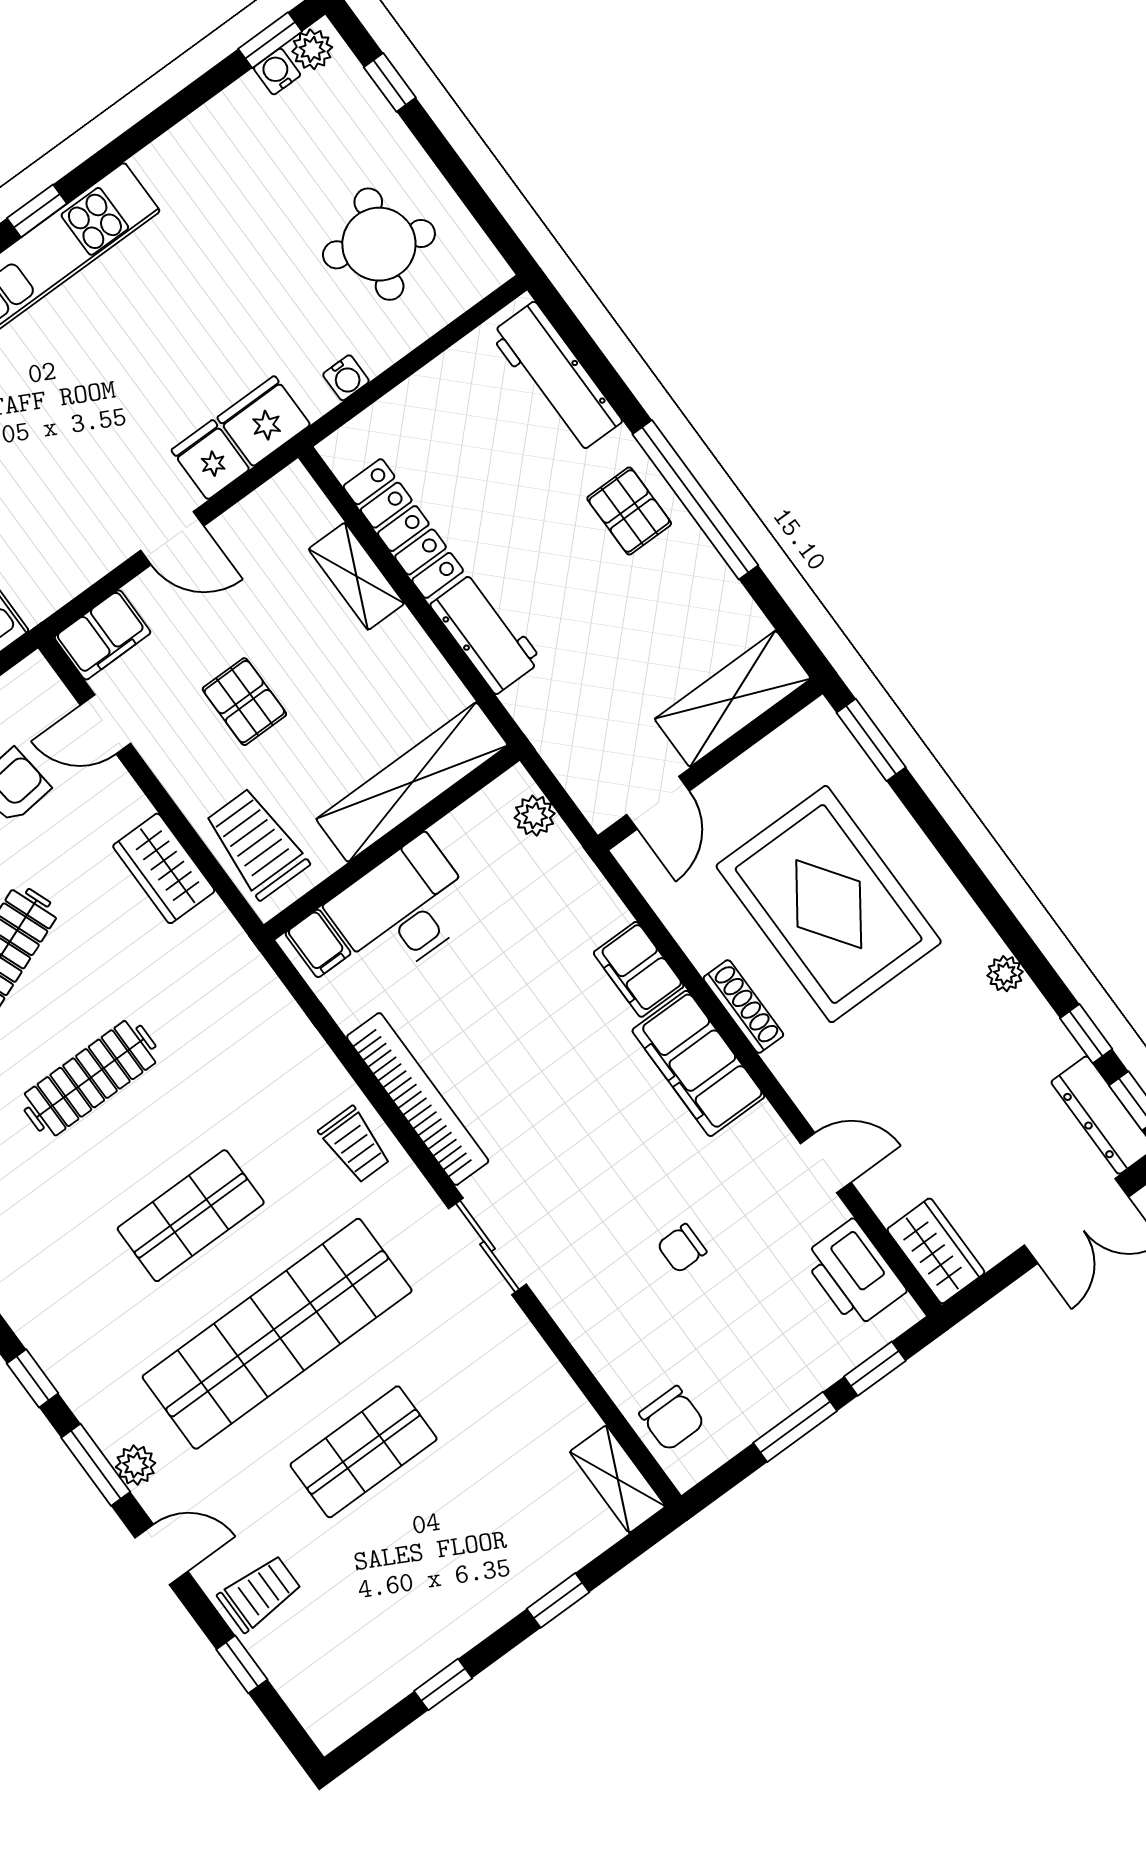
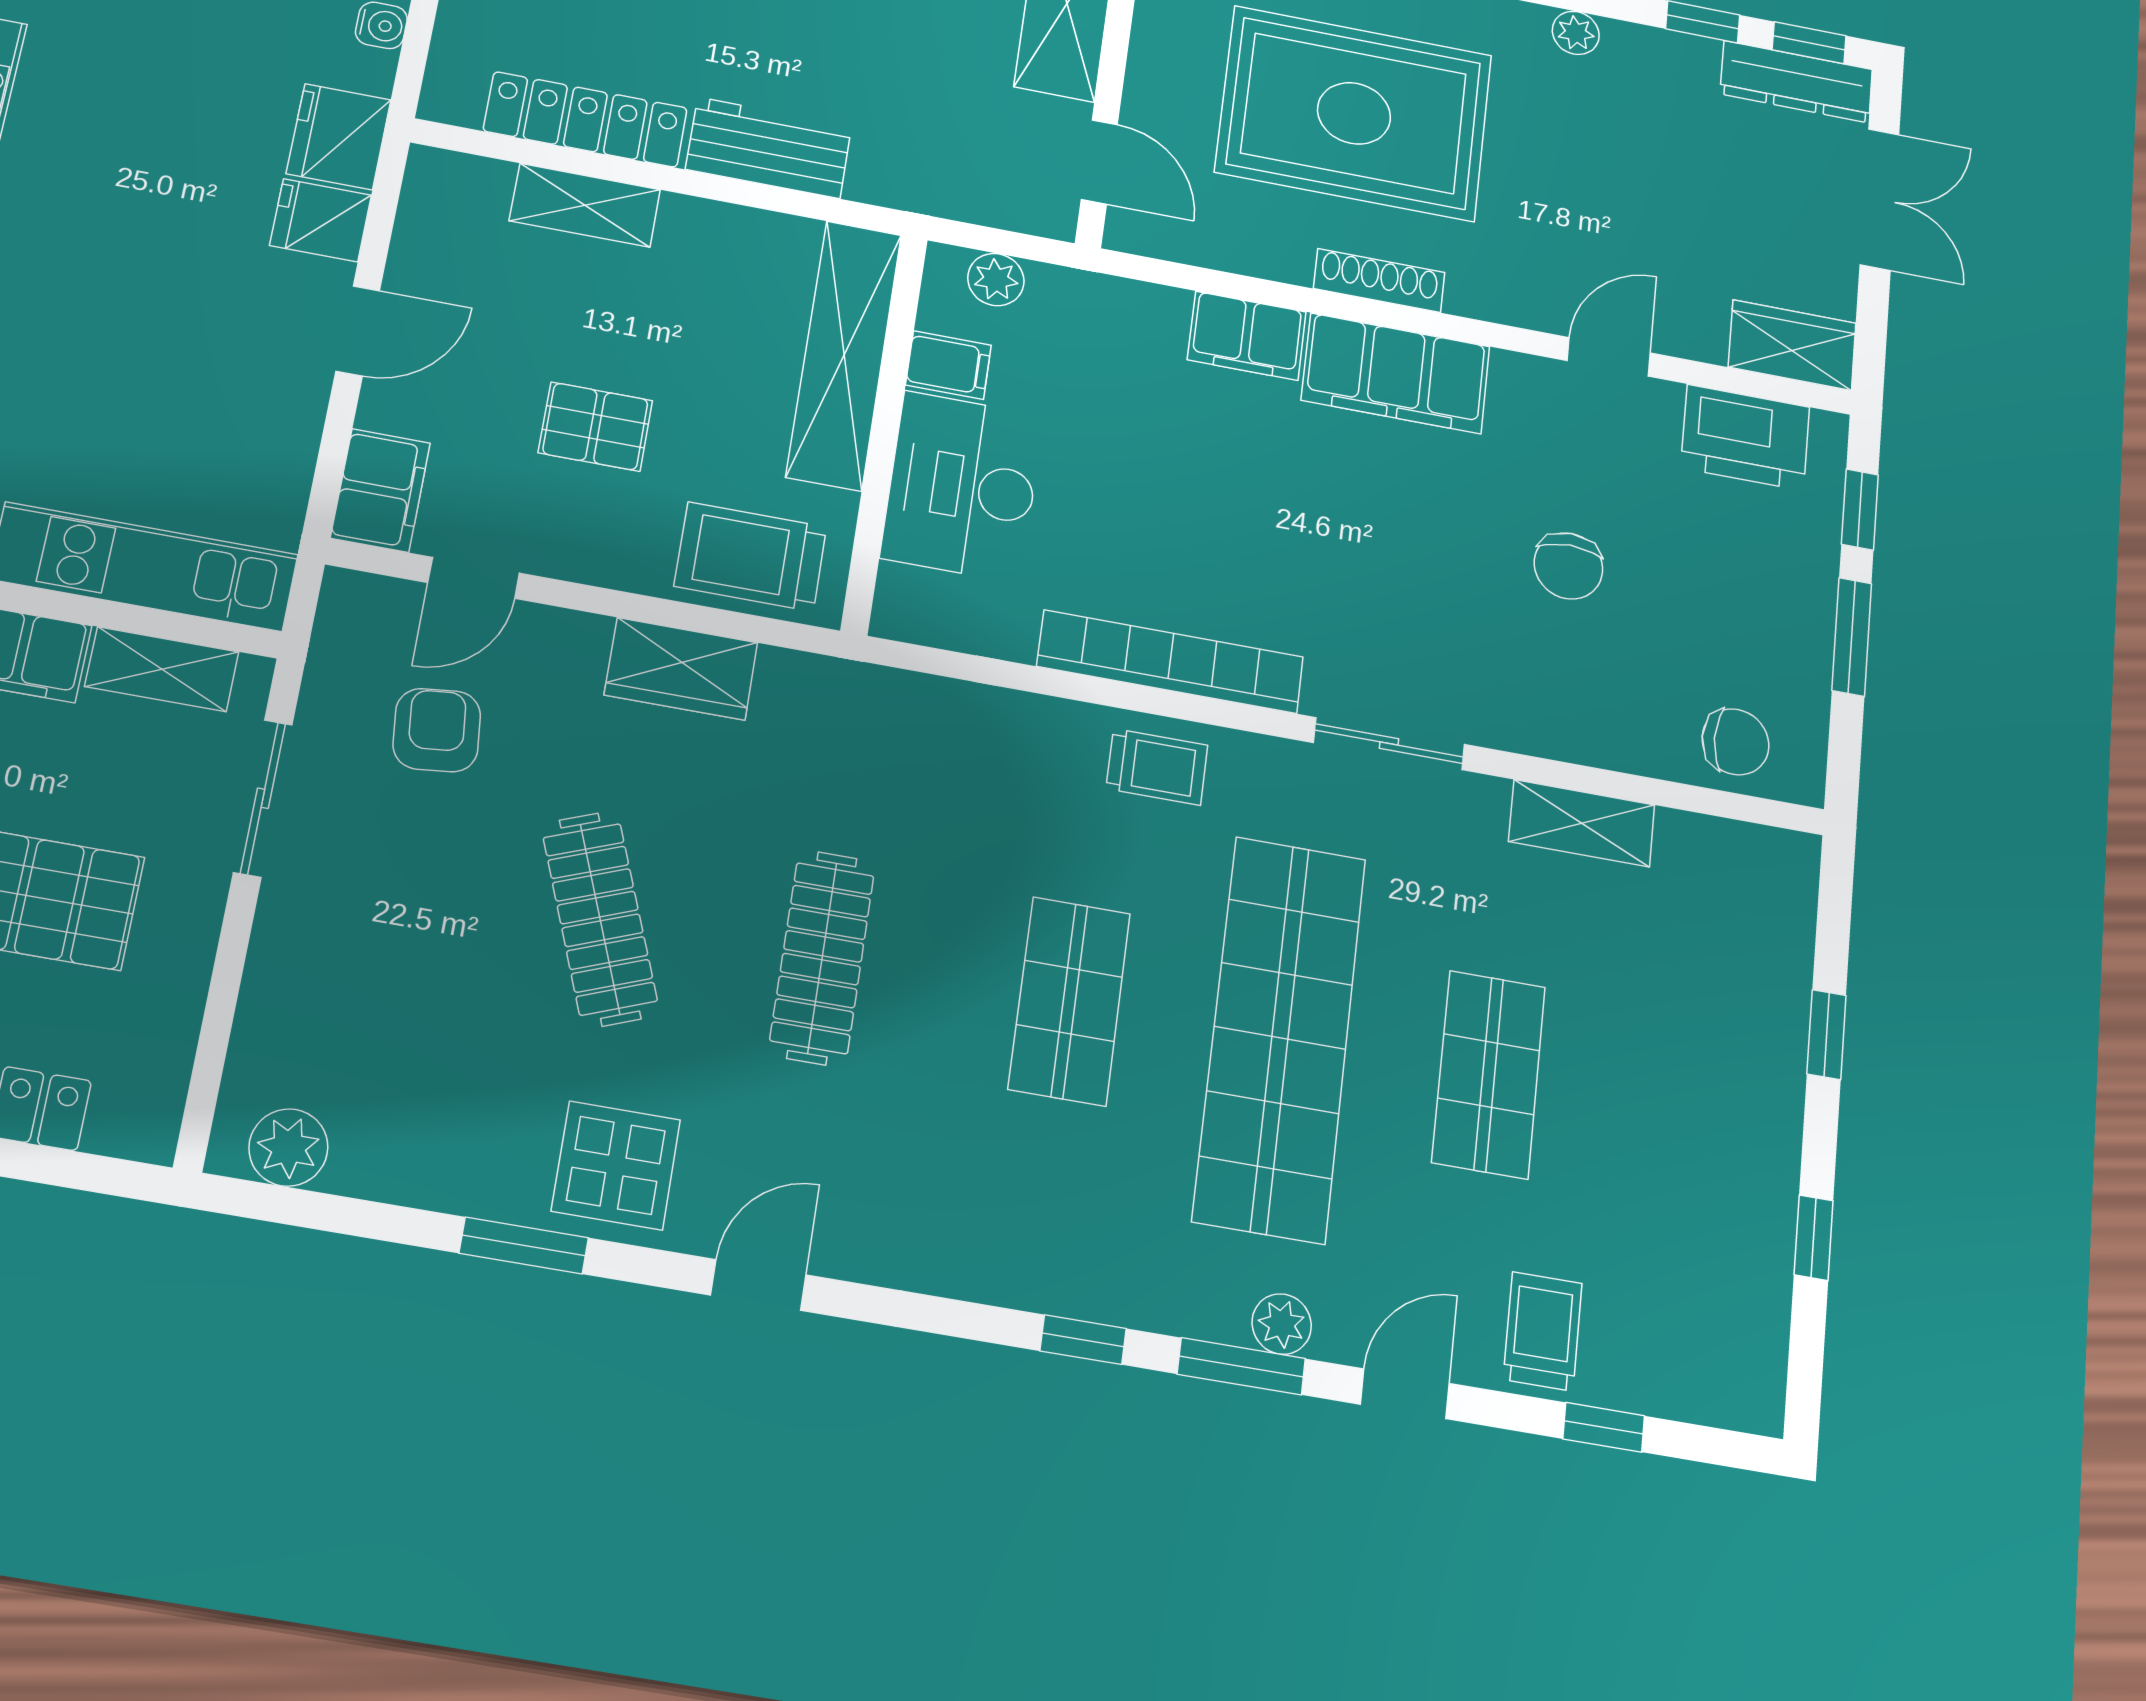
filing cabinet: (318, 943) -> (948, 365), moved
chair: (682, 1248) -> (1568, 566), width x1.37, depth x1.37
shelving: (618, 1479) -> (1582, 823), moved

